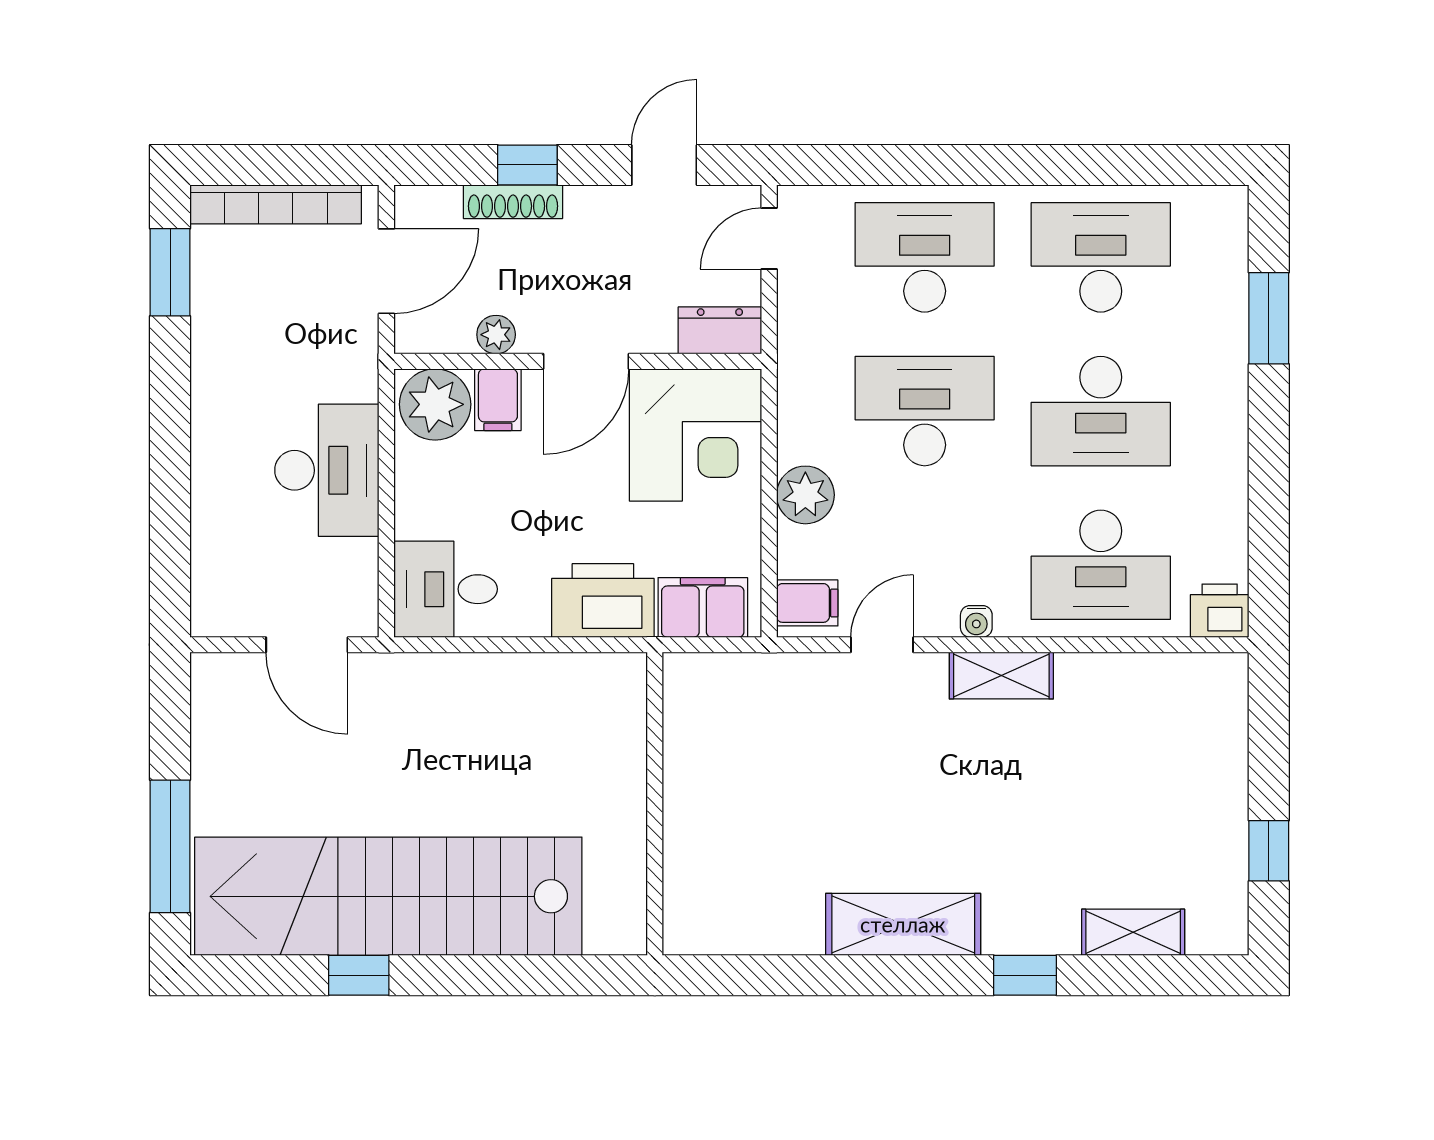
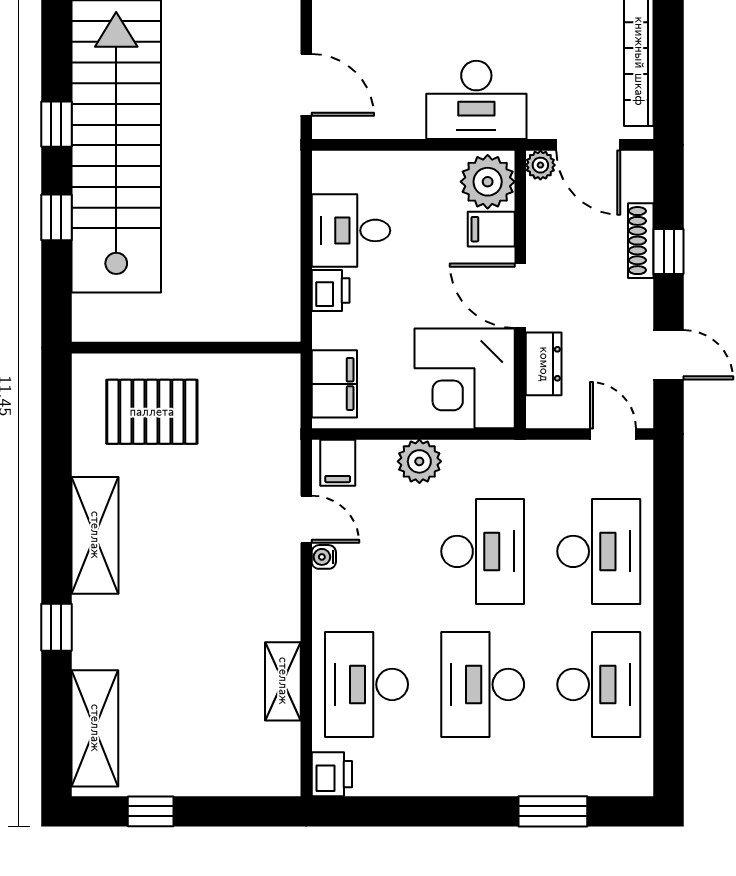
dresser: (720, 330) -> (544, 364), moved
plant: (496, 335) -> (540, 165), moved
desk: (327, 470) -> (476, 100), moved
desk: (446, 589) -> (351, 230), moved, turned -90
printer: (603, 600) -> (331, 290), width x0.53, depth x0.68
water cooler: (976, 621) -> (324, 557), moved
door: (307, 645) -> (306, 85), swing flipped
shelving: (1001, 676) -> (283, 681), moved
pallet: (740, 849) -> (152, 412), added
shelving: (1133, 932) -> (95, 728), width x1.50, depth x1.33
window: (482, 975) -> (56, 217), added

